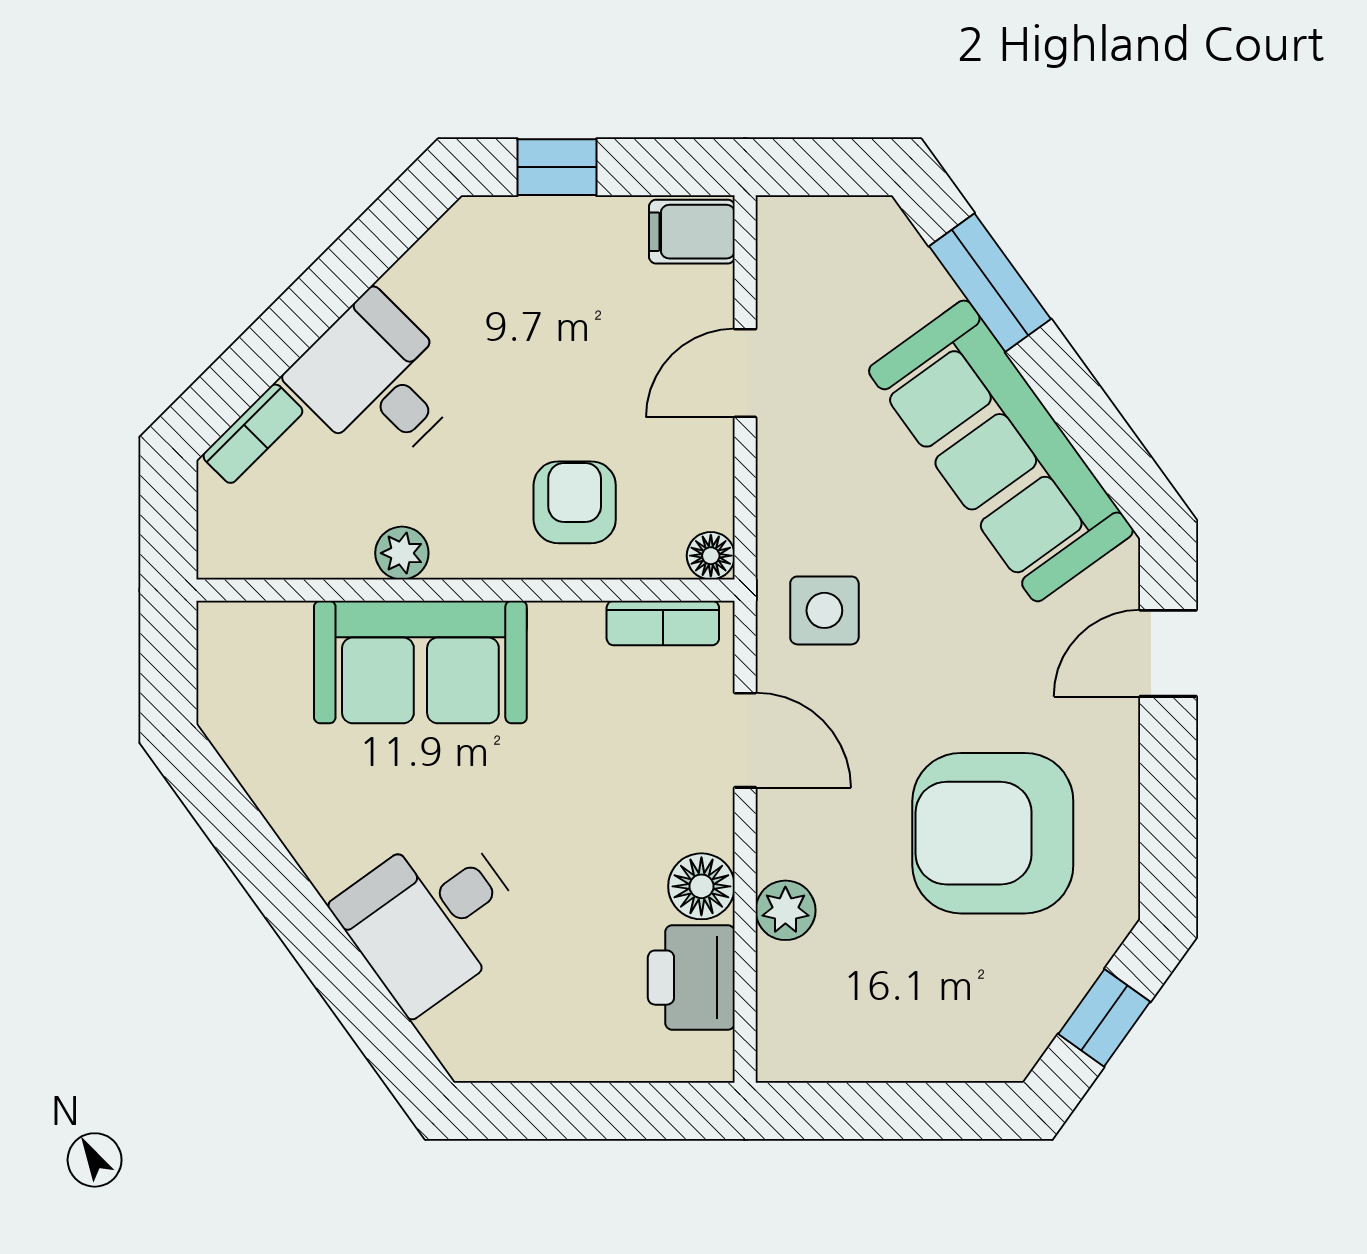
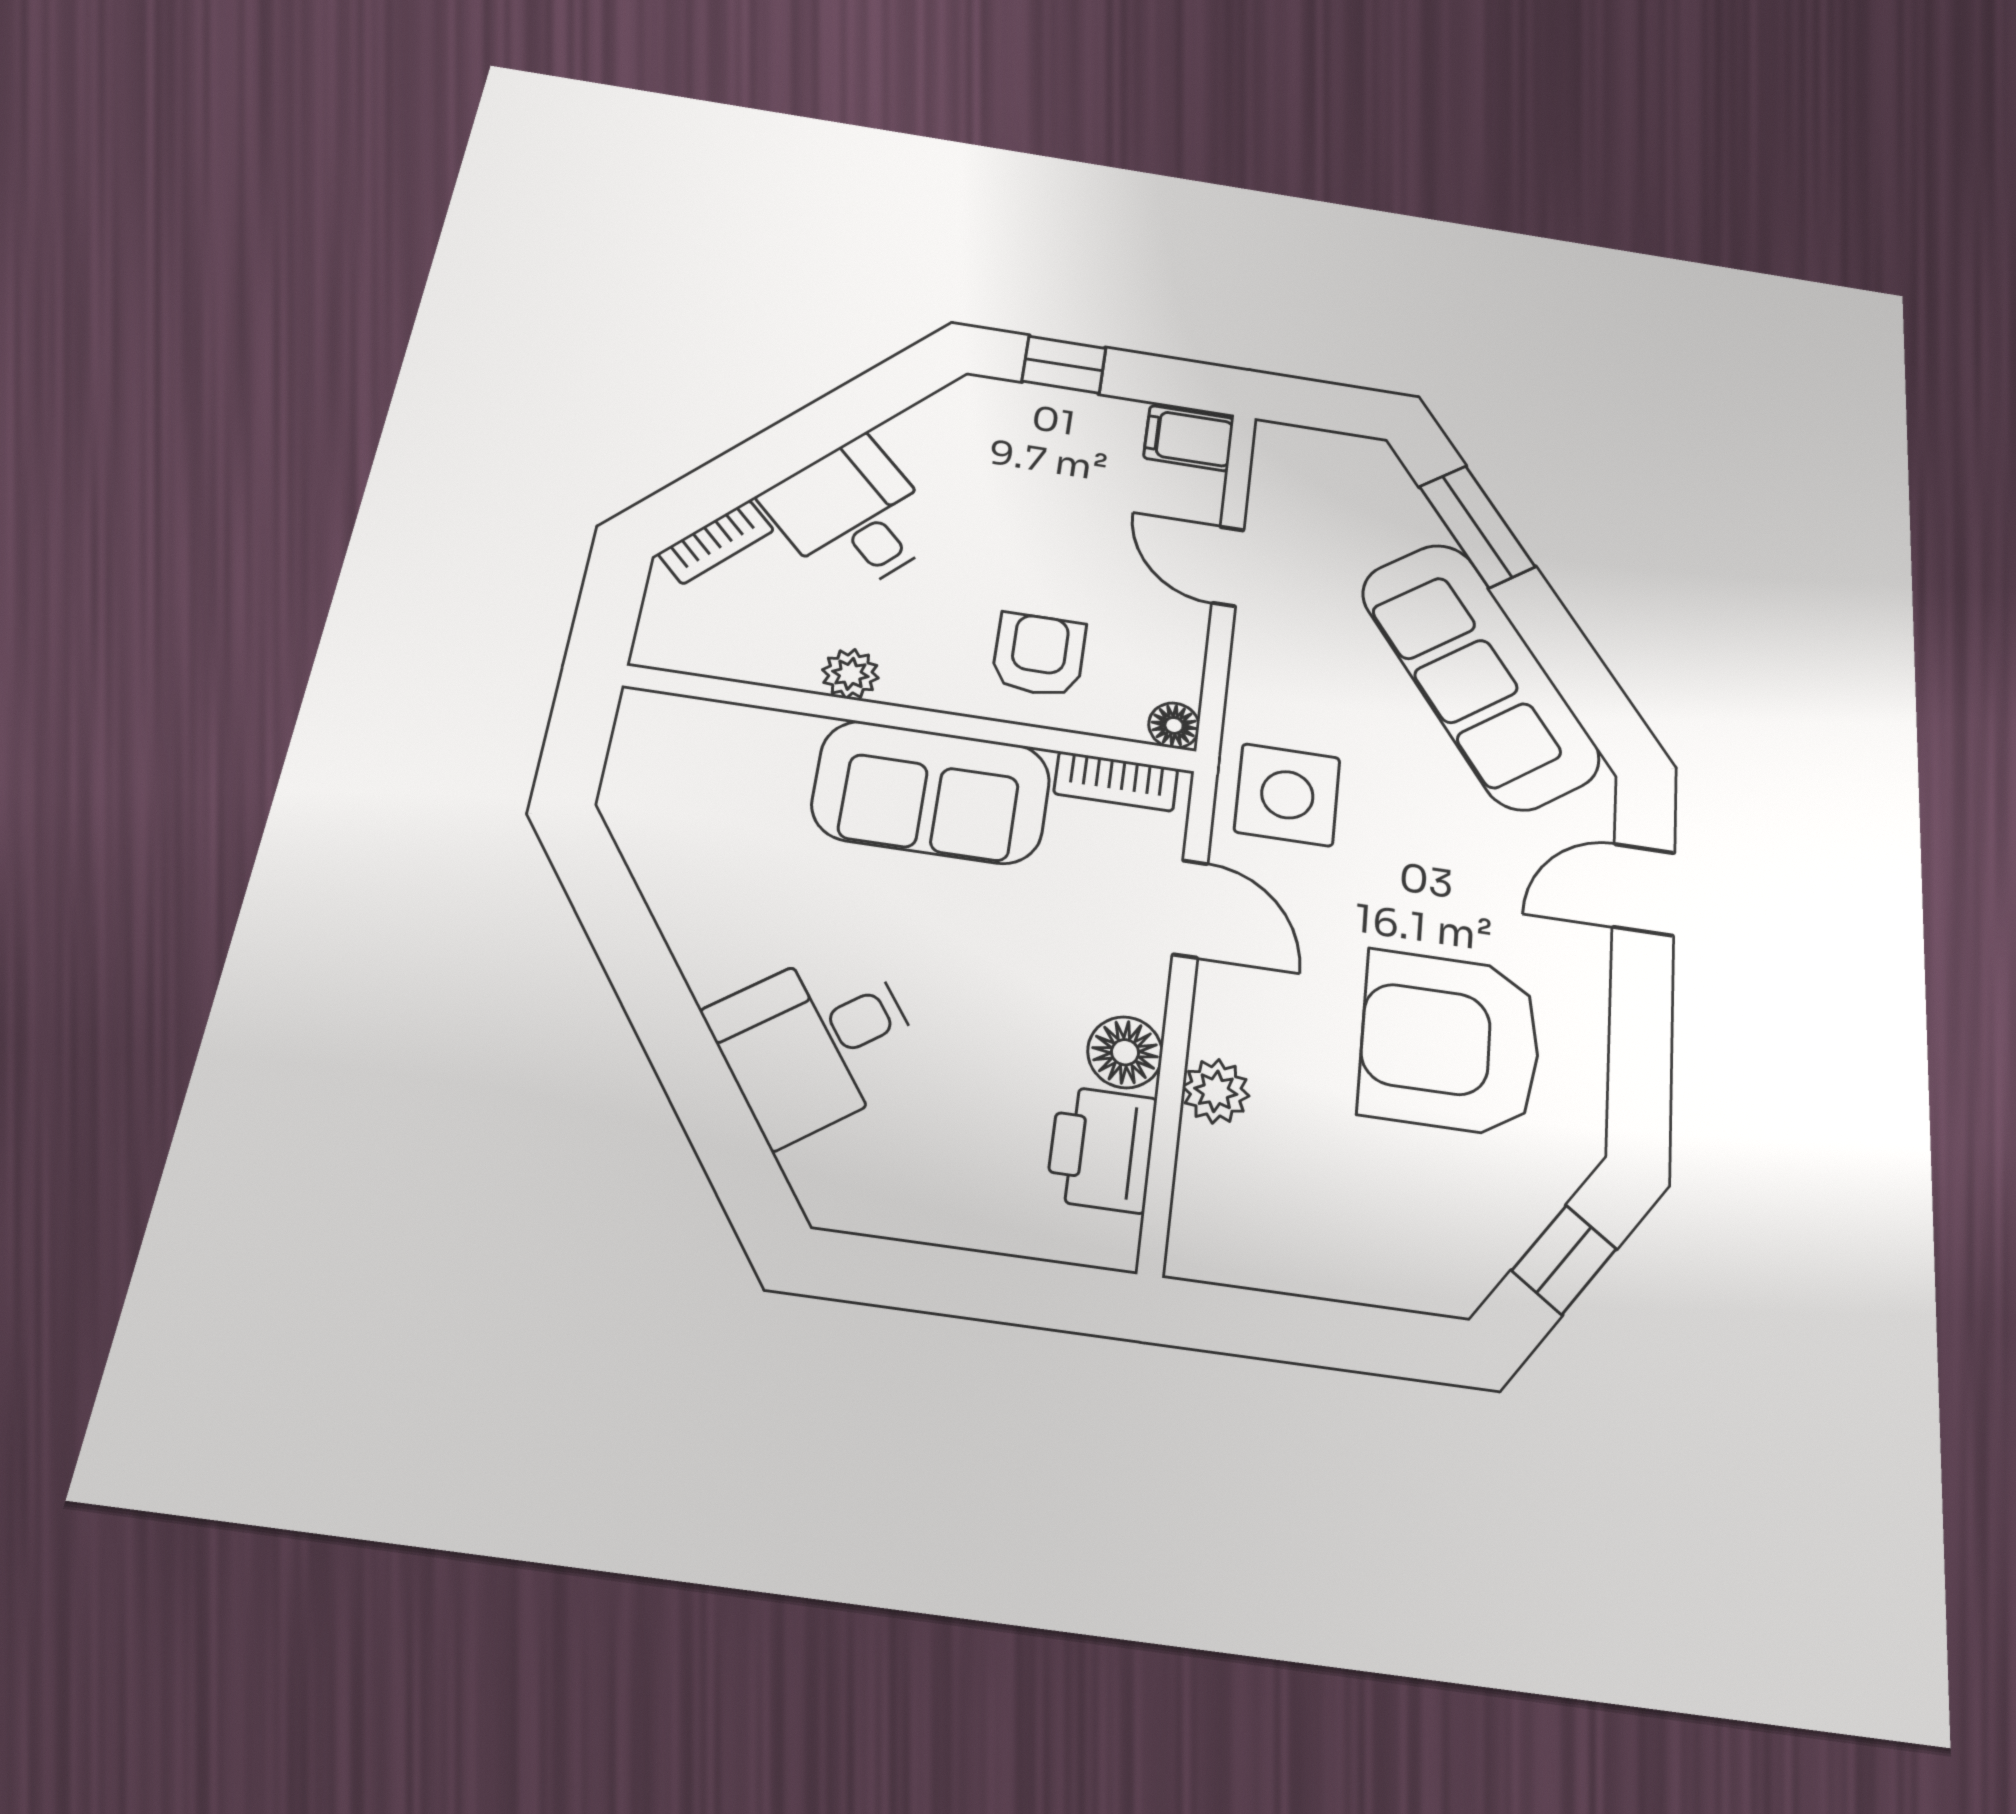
door: (745, 373) -> (1228, 566), hinge flipped
side table: (824, 610) -> (1287, 795), width x1.37, depth x1.37
sofa: (420, 662) -> (931, 792), moved

